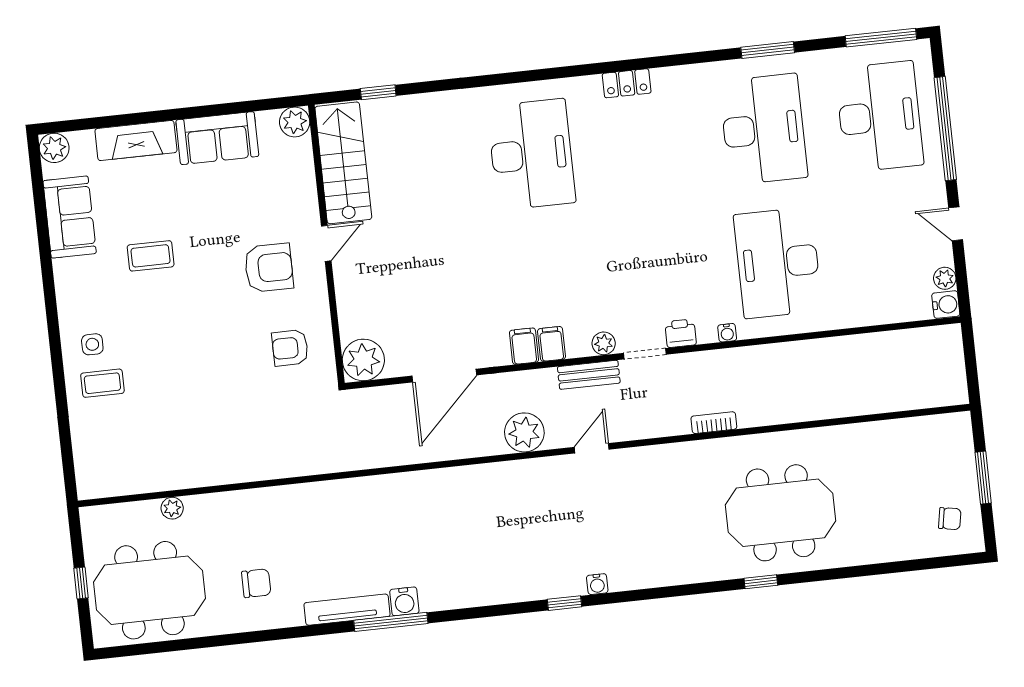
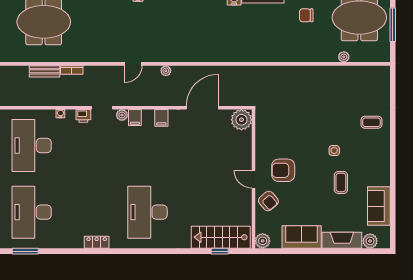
plant: (54, 148) -> (370, 241), moved
stairs: (343, 163) -> (221, 237), moved, turned 90
door: (326, 243) -> (253, 179), hinge flipped
coffee table: (151, 256) -> (341, 182), turned 90
desk: (778, 263) -> (32, 145), turned 180
side table: (92, 344) -> (334, 151), moved
filing cabinet: (552, 344) -> (135, 118), moved
armchair: (290, 348) -> (268, 201), moved, turned 49
bench: (589, 375) -> (45, 71), moved
plant: (524, 432) -> (166, 71), width x0.53, depth x0.53
window: (81, 583) -> (393, 25), width x2.17

